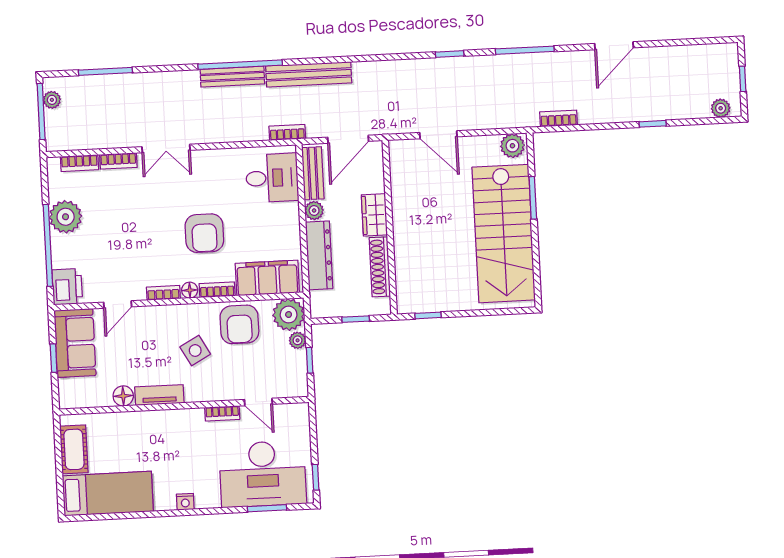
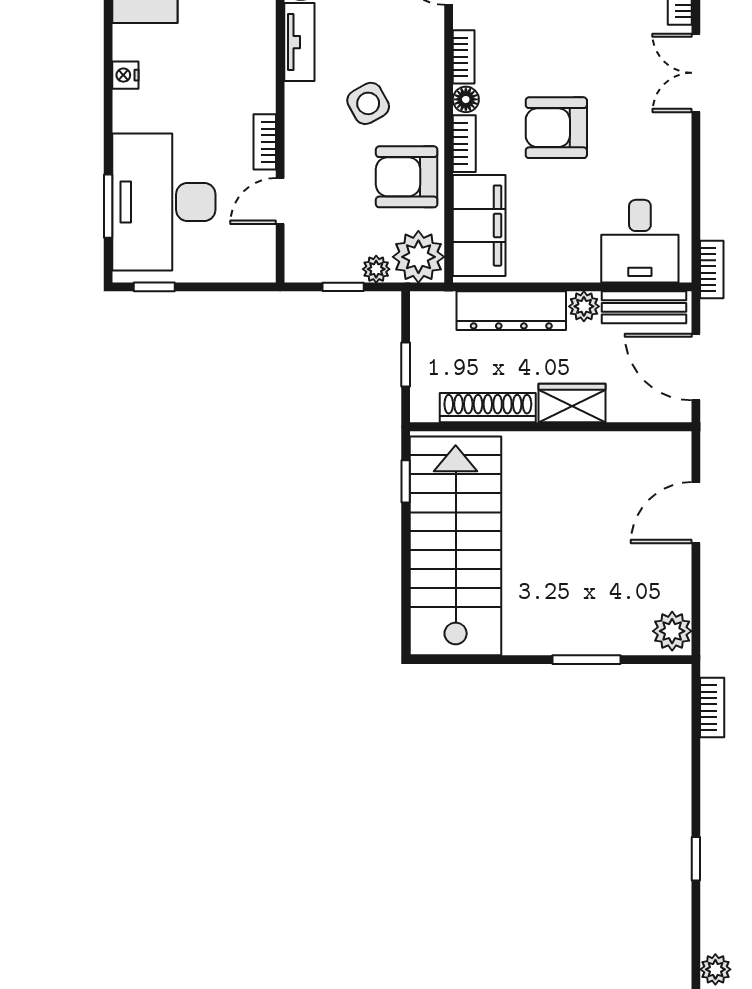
stairs: (504, 234) -> (456, 546), moved, turned 90

